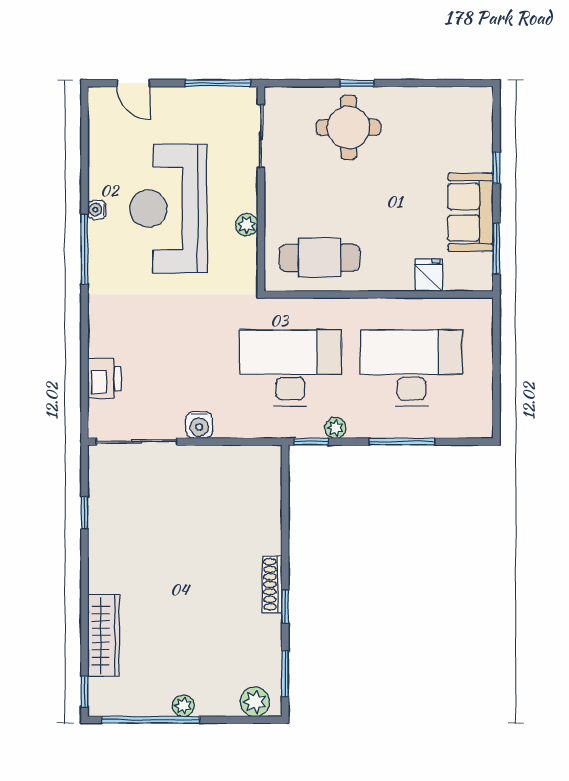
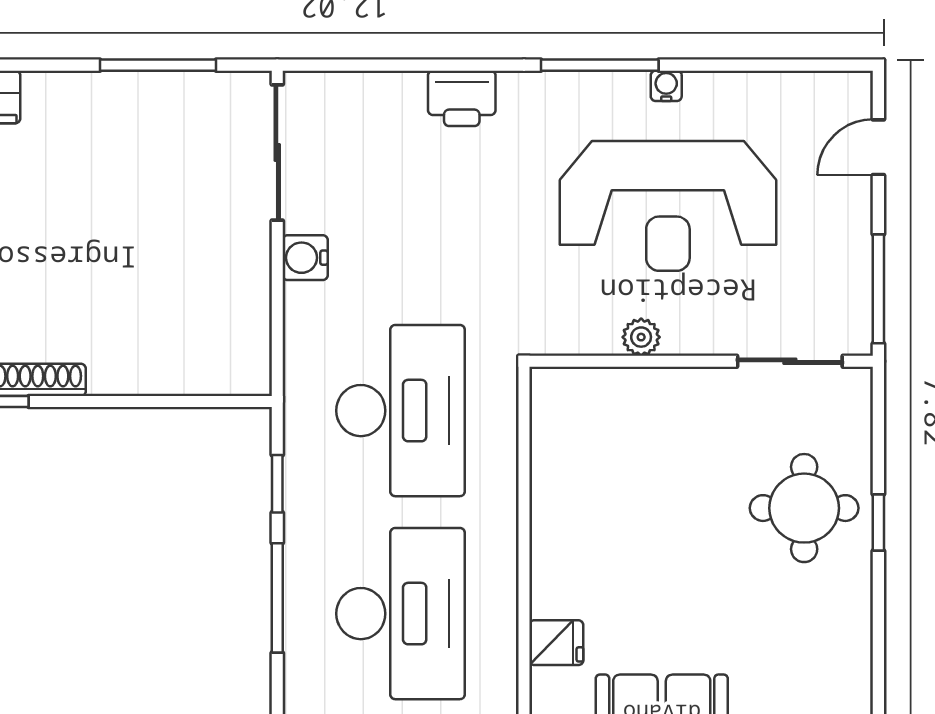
reception desk: (168, 209) -> (668, 206), turned 180
cafe table: (319, 258) -> (585, 459), removed
printer: (104, 378) -> (462, 98), moved
plant: (335, 428) -> (300, 486), removed
window: (311, 442) -> (277, 484), moved
window: (84, 513) -> (158, 65), width x2.17

